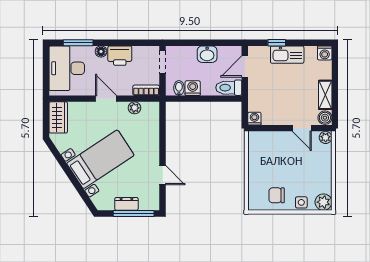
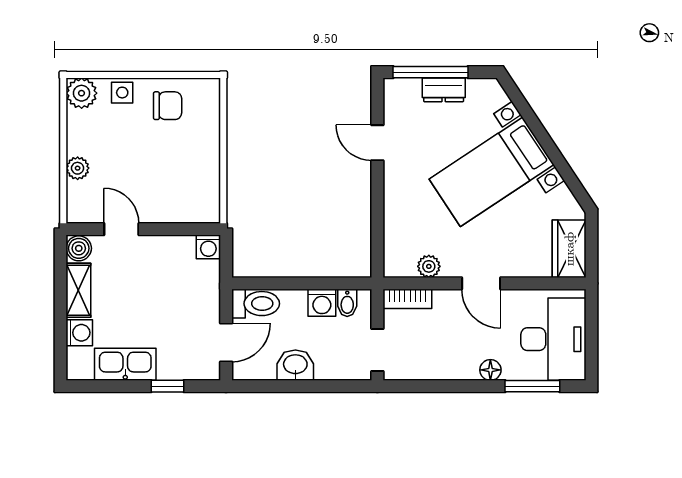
washing machine: (325, 53) -> (79, 333), moved, turned 90
kitchen sink: (287, 55) -> (125, 364), moved
printer: (120, 56) -> (456, 362), removed
plant: (326, 137) -> (78, 168), moved

